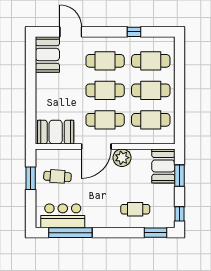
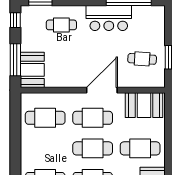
cafe table: (151, 90) -> (140, 148), moved
plant: (122, 158) -> (75, 78), removed
window: (180, 176) -> (15, 60), width x1.44
bar counter: (63, 216) -> (109, 18), moved

